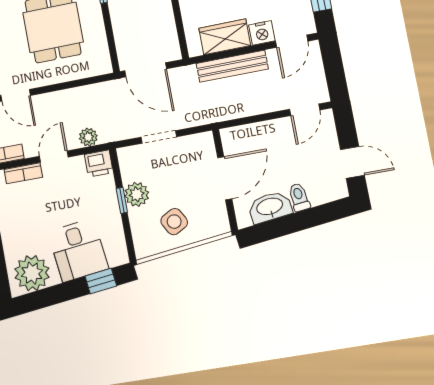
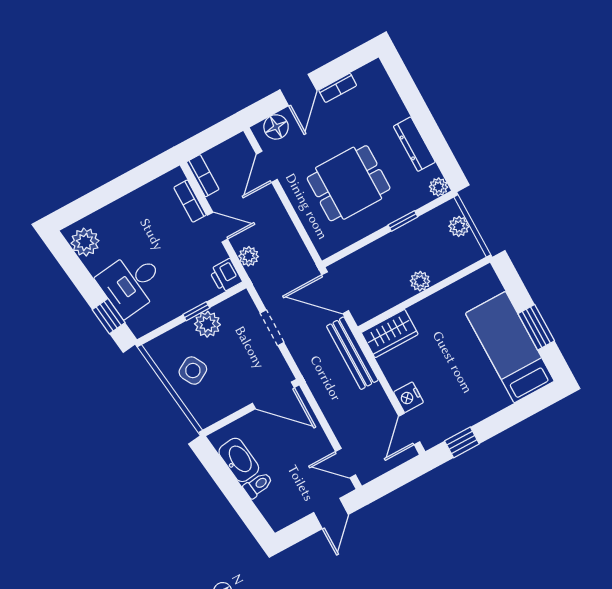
wardrobe: (225, 37) -> (390, 334), moved, turned 90
door: (292, 41) -> (409, 429), hinge flipped
bench: (232, 66) -> (352, 353), moved
door: (146, 70) -> (335, 293), hinge flipped
door: (352, 162) -> (331, 513), moved
door: (225, 178) -> (273, 395), moved
plant: (32, 273) -> (85, 242), width x0.73, depth x0.73

